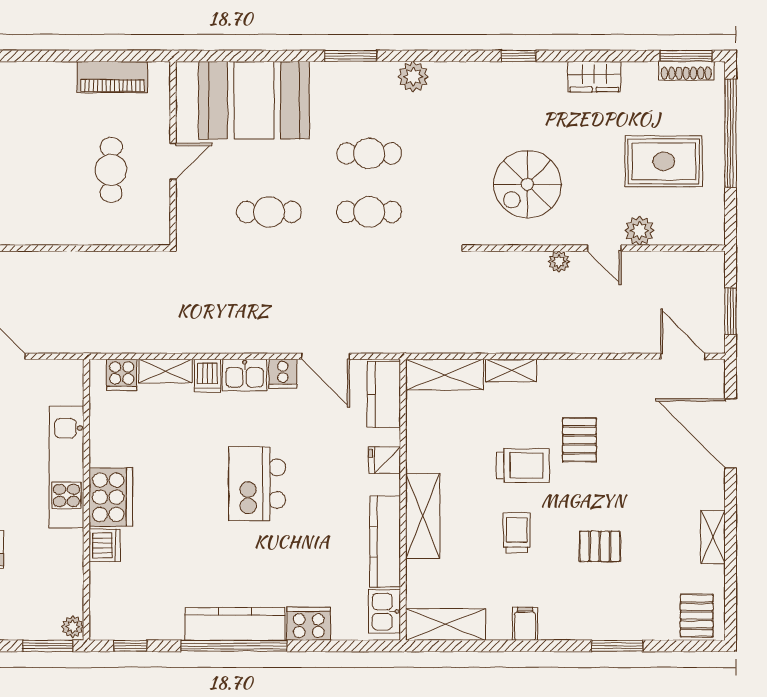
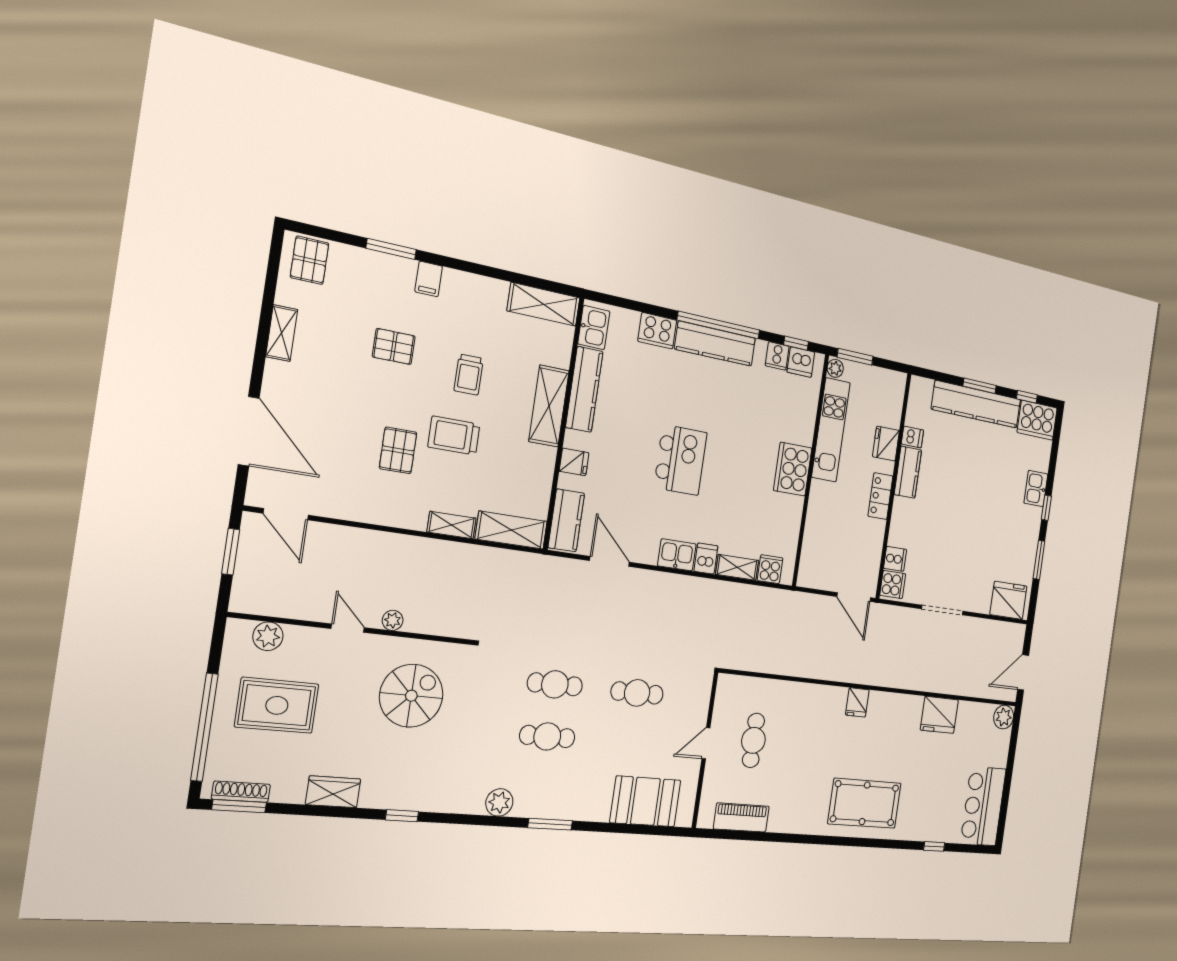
booth: (254, 100) -> (645, 801), width x0.73, depth x0.70
plant: (640, 231) -> (268, 636), moved
cooker: (283, 374) -> (777, 356), moved, turned 180
kitchen unit: (66, 467) -> (831, 430), moved
dishwasher: (105, 545) -> (801, 362), moved, turned -90
filing cabinet: (525, 624) -> (429, 279), moved

